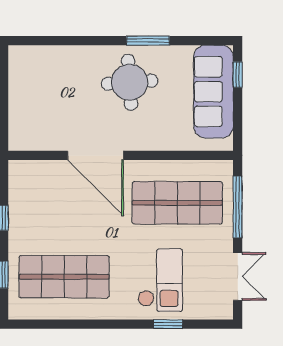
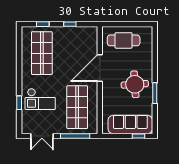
cafe table: (38, 106) -> (124, 40), added

